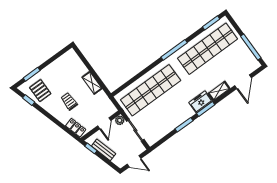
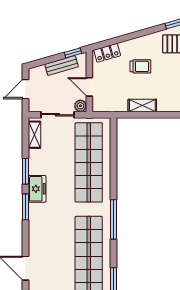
shelving: (219, 91) -> (34, 135), moved
freezer: (201, 102) -> (37, 189), moved

